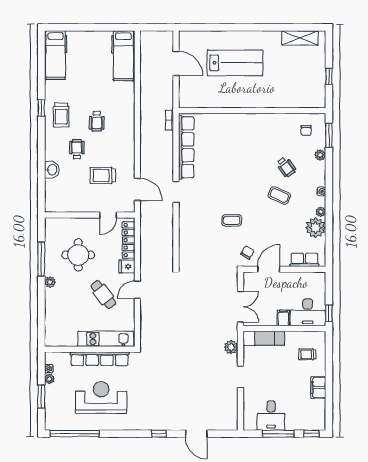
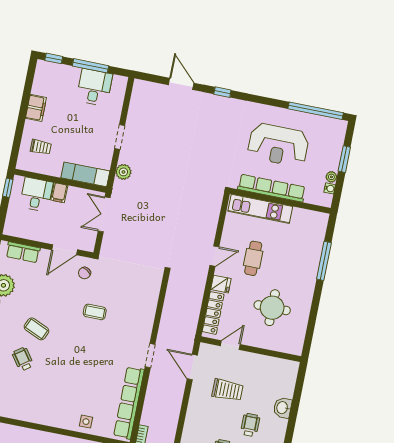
side table: (220, 124) -> (86, 422), added
wheelchair: (77, 149) -> (250, 425), turned 180
window: (41, 259) -> (324, 261), moved
plant: (50, 282) -> (309, 284), removed
cafe table: (103, 295) -> (253, 258), turned 38
desk: (308, 312) -> (36, 194), width x0.73

